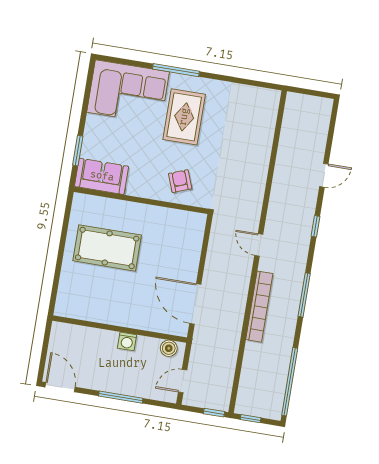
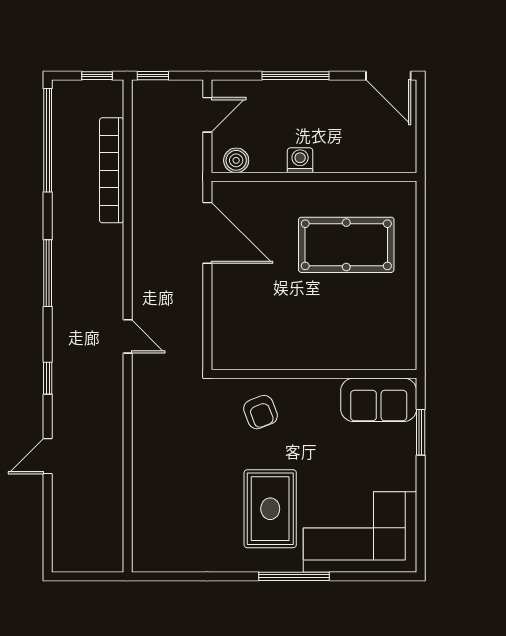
pool table: (107, 248) -> (346, 245), moved
bookcase: (259, 307) -> (112, 170), moved

